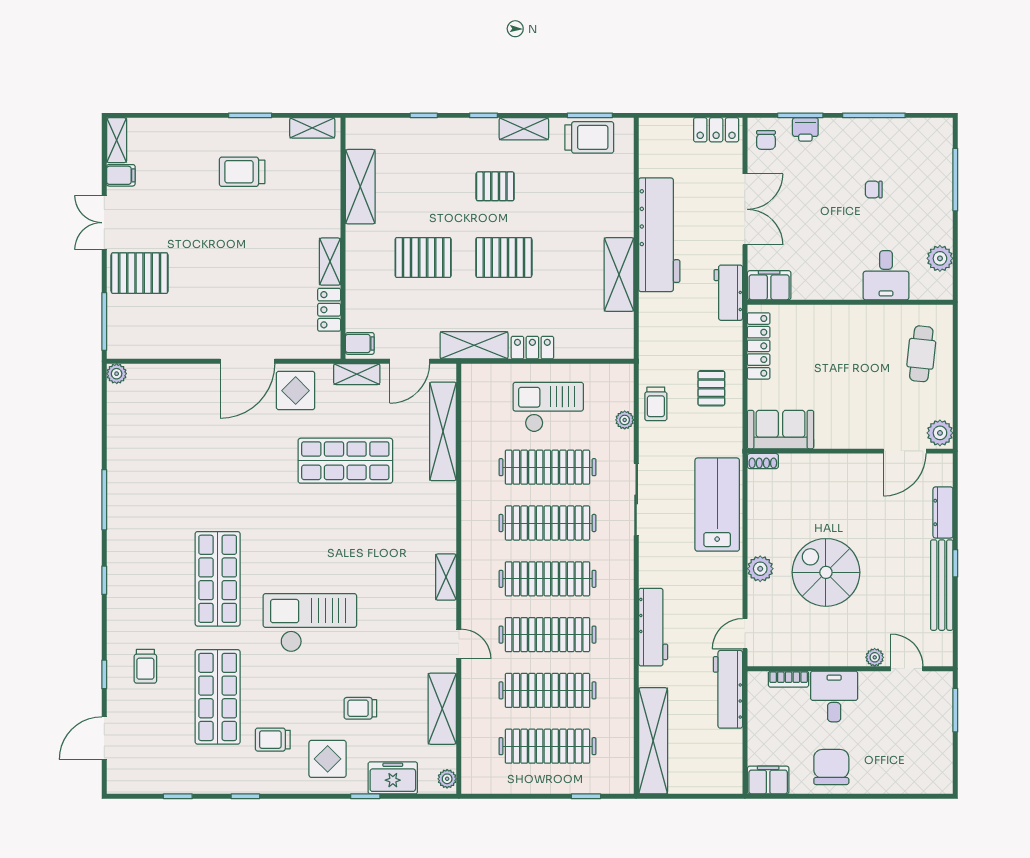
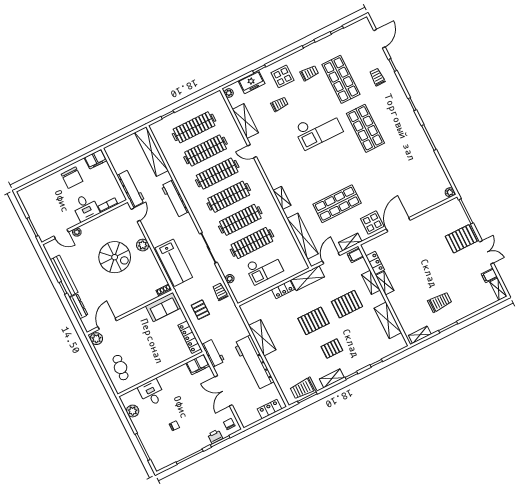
locker: (716, 130) -> (270, 409), moved
shelving: (356, 276) -> (371, 282), added
shelving: (446, 577) -> (282, 198), moved

